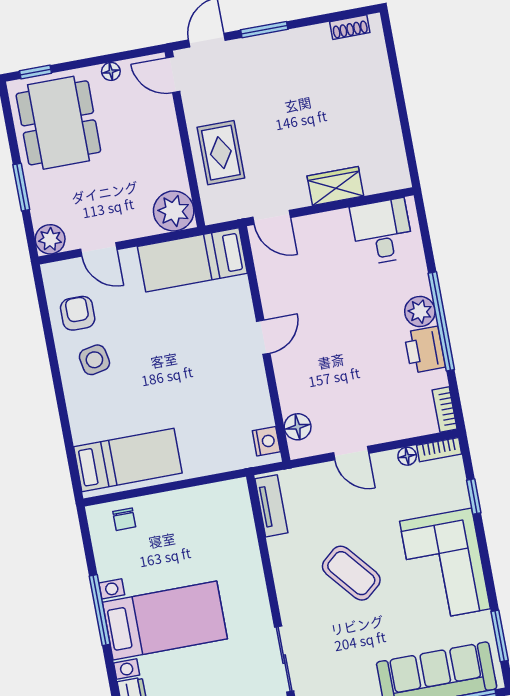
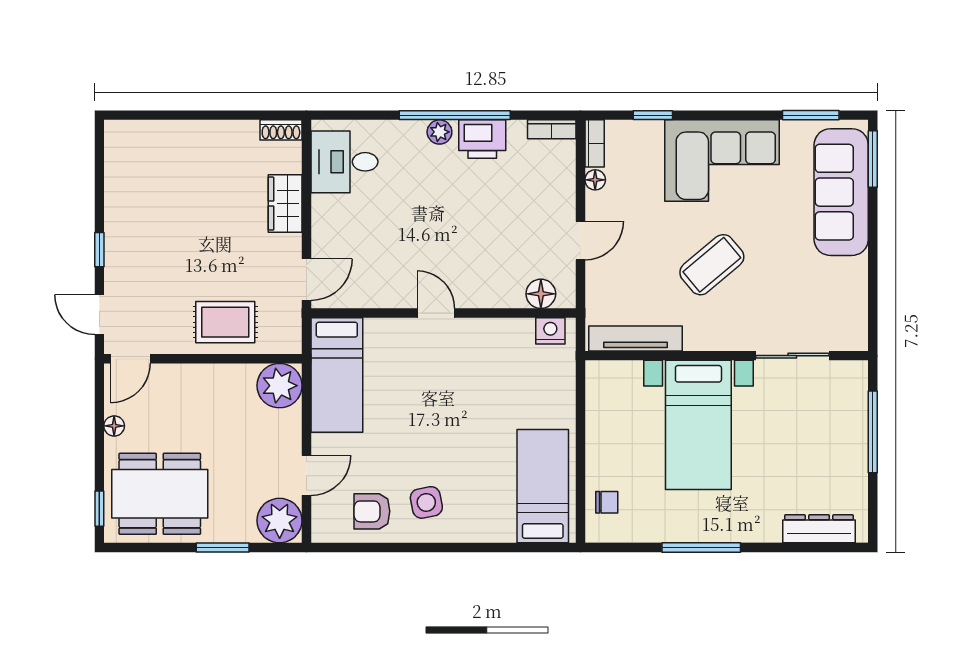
shoe rack: (350, 27) -> (281, 130), moved, turned 90
window: (264, 30) -> (99, 250), width x0.67
plant: (50, 239) -> (280, 521), width x1.36, depth x1.36
plant: (420, 311) -> (439, 132), width x0.73, depth x0.73
tv unit: (271, 506) -> (636, 338), width x1.41
bed with nightstands: (165, 621) -> (698, 425), moved, turned 180

